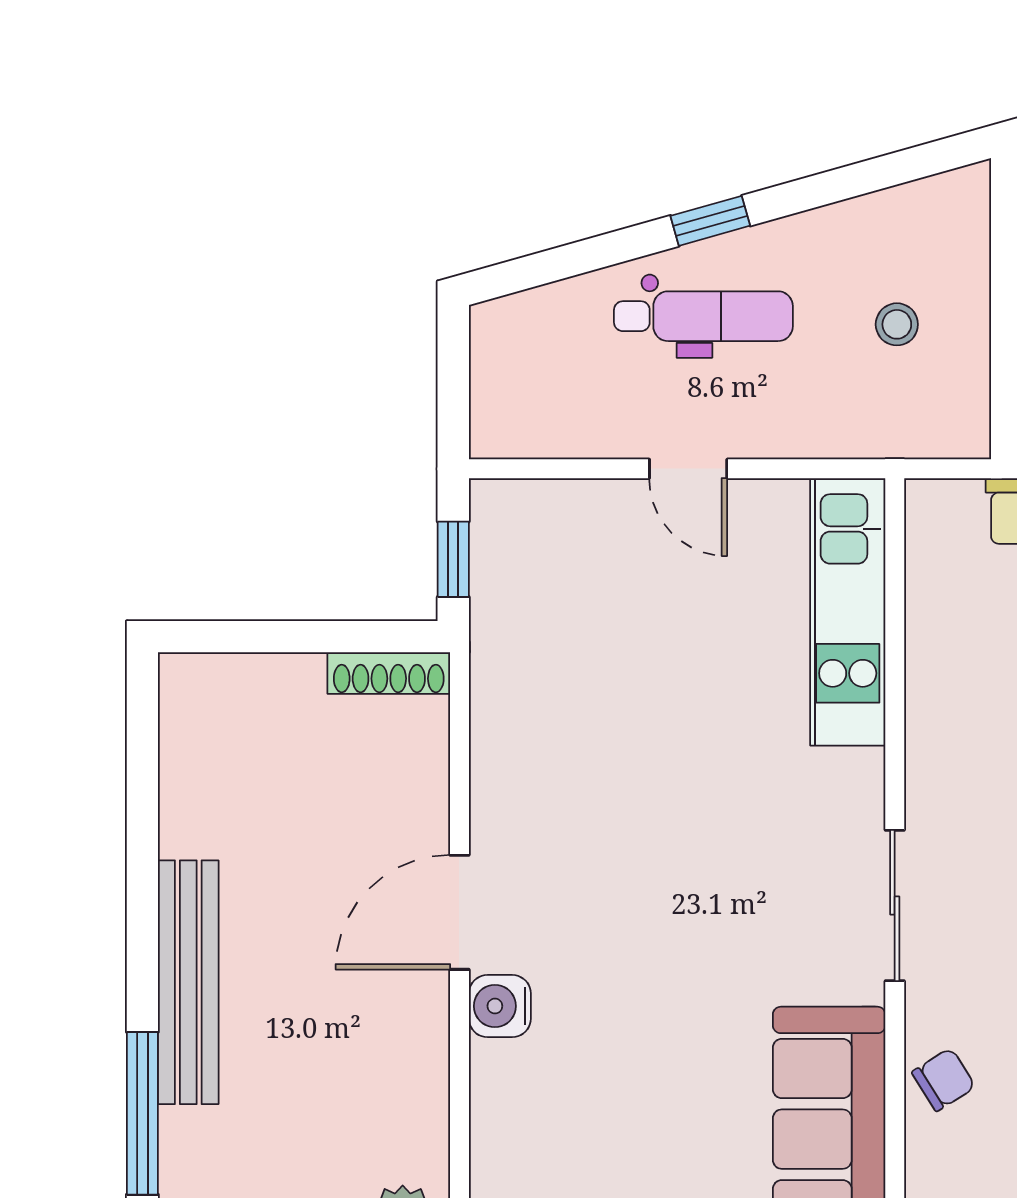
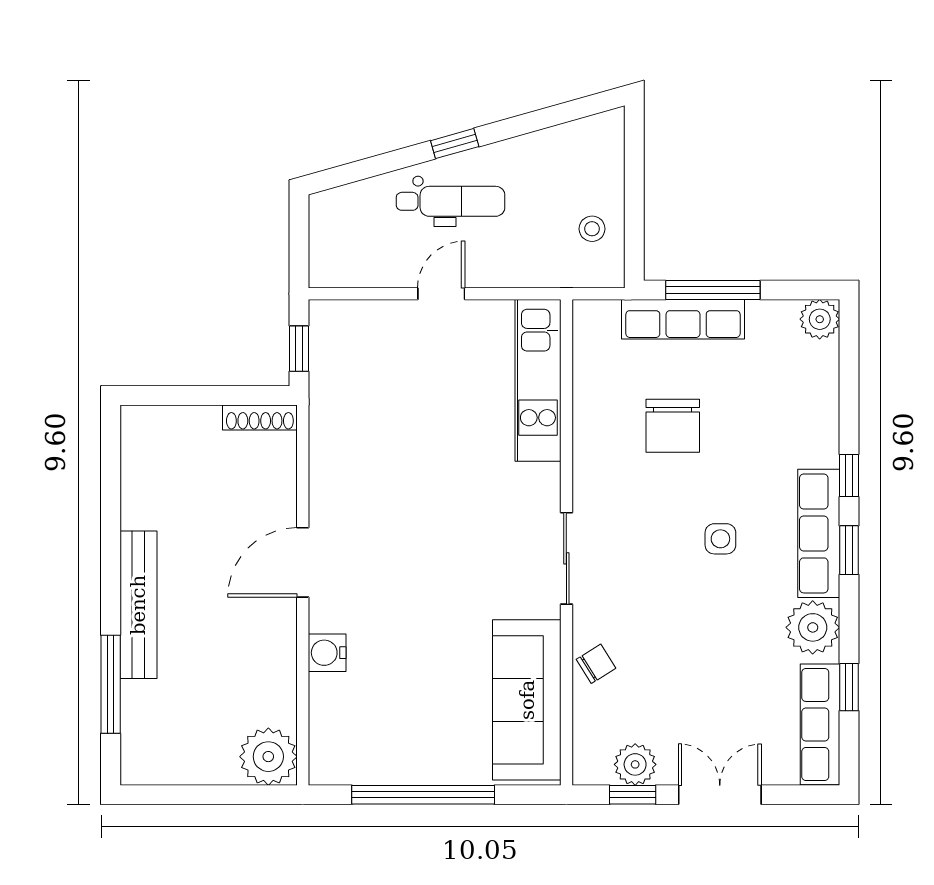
stool: (897, 324) -> (592, 229), moved
door: (688, 469) -> (441, 294), swing flipped
water cooler: (500, 1006) -> (327, 653), moved

